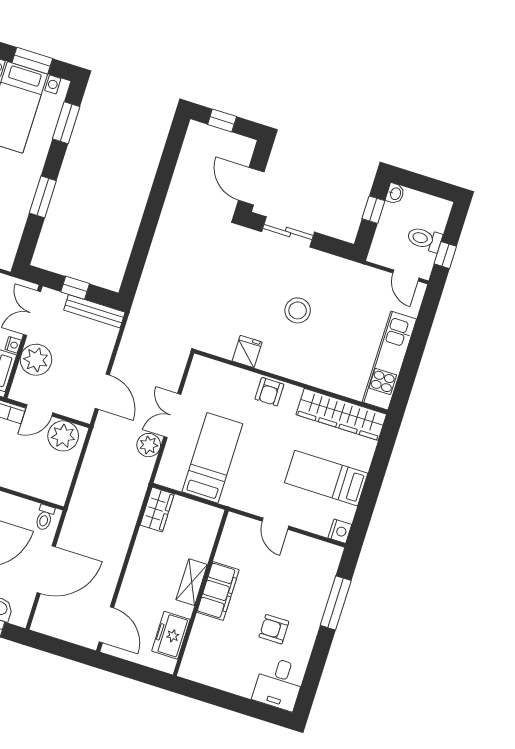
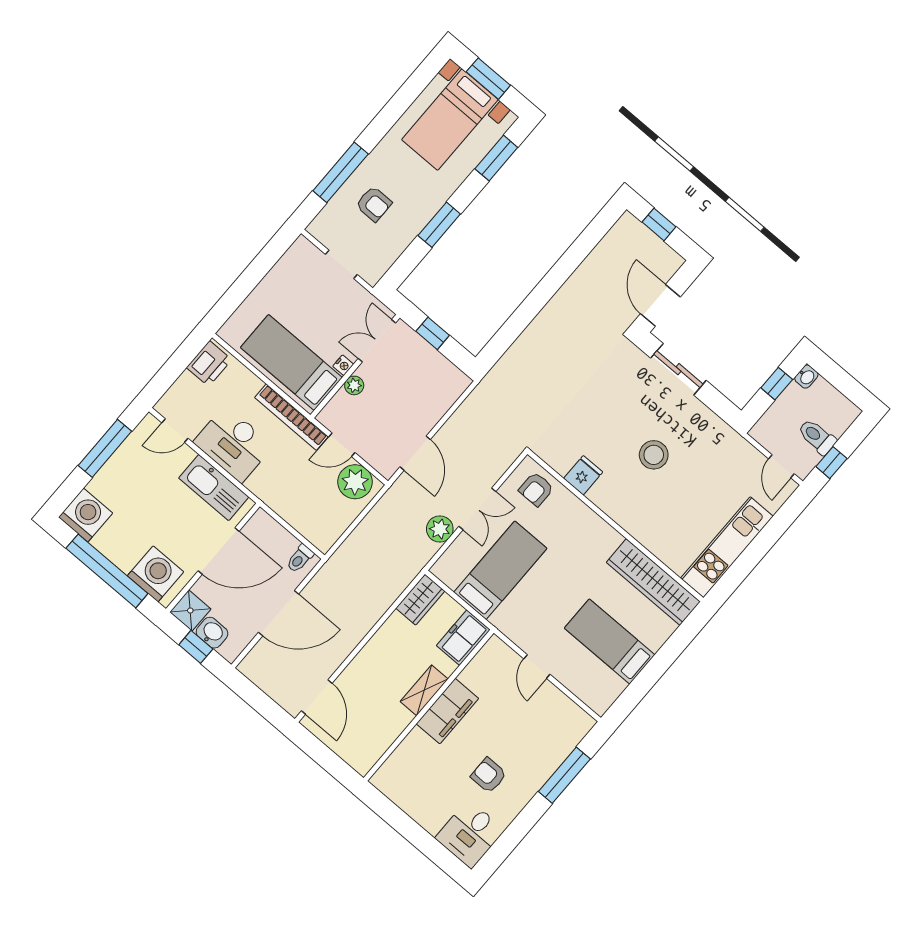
bench: (94, 311) -> (442, 366), removed
plant: (36, 360) -> (354, 385), width x0.53, depth x0.53
armchair: (269, 392) -> (536, 489), moved
double door: (172, 416) -> (477, 509), swing flipped
nightstand: (340, 531) -> (600, 703), removed
freezer: (171, 635) -> (463, 638), moved

